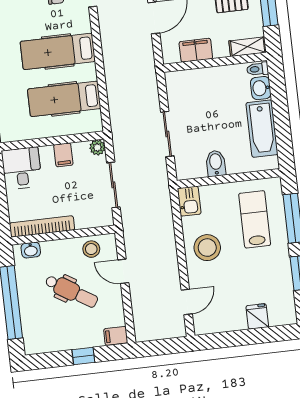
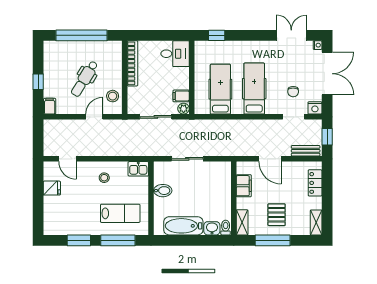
filing cabinet: (63, 155) -> (181, 96), moved
stool: (207, 248) -> (104, 178), width x0.53, depth x0.53
washbasin: (31, 250) -> (117, 53), removed
fridge: (257, 316) -> (52, 188), moved

